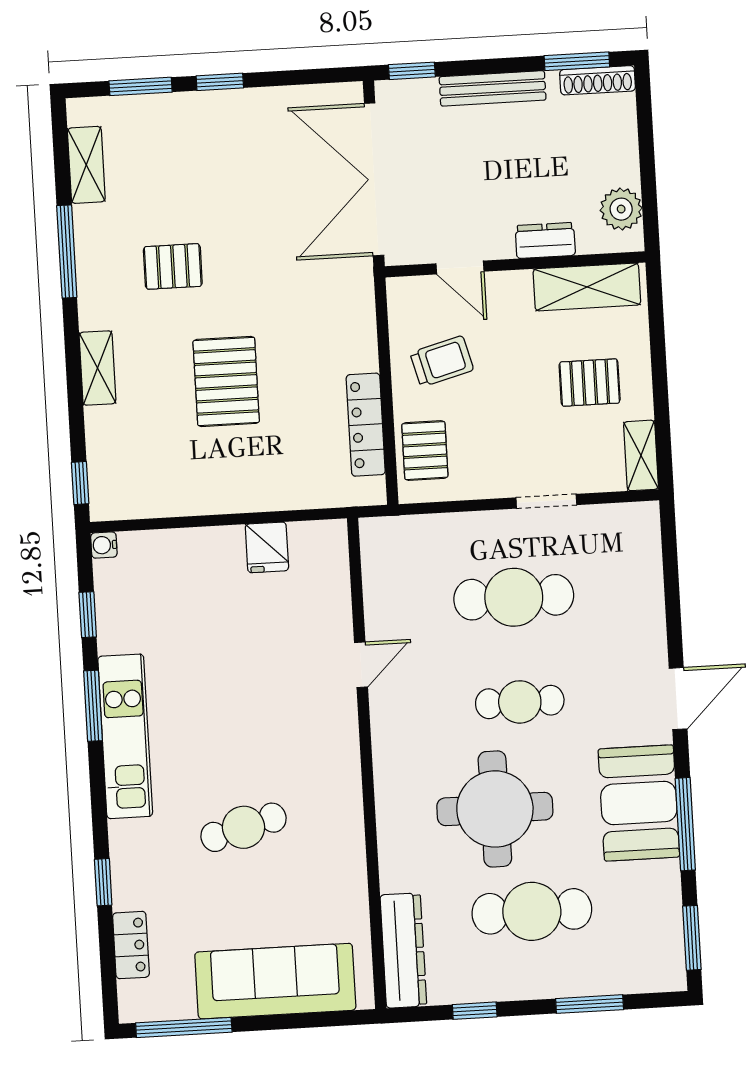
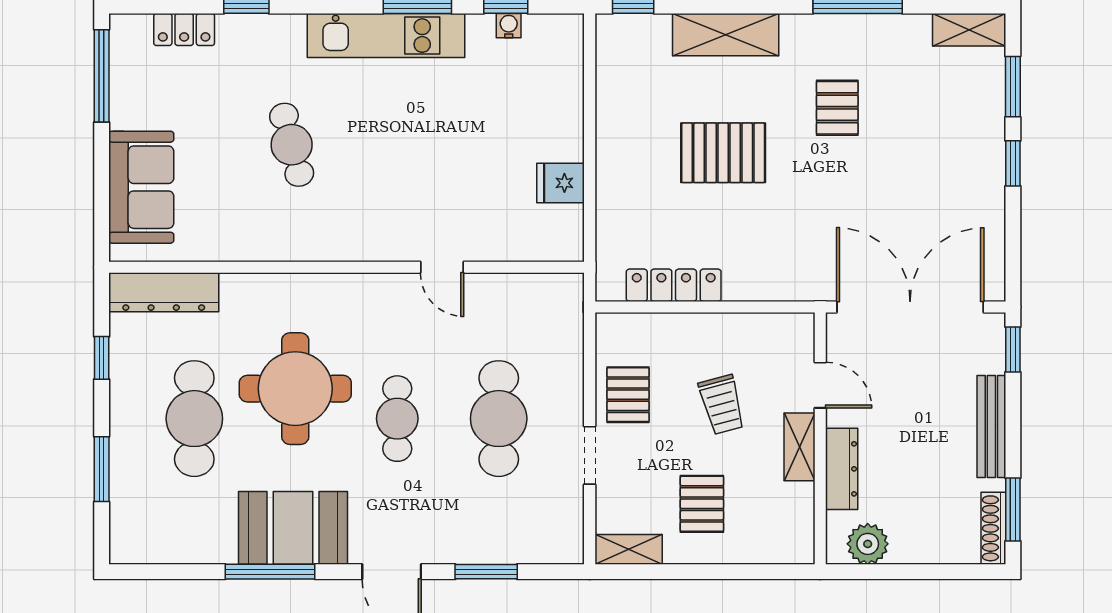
shelving: (86, 165) -> (969, 30), moved
dresser: (545, 240) -> (842, 469), width x1.44
door: (460, 268) -> (820, 385), swing flipped
shelving: (587, 287) -> (799, 447), moved, width x0.67, depth x0.75
trolley: (442, 361) -> (722, 405), moved
shelving: (97, 368) -> (726, 35), width x1.50, depth x1.33
pallet: (425, 451) -> (628, 395), moved, turned 90
water cooler: (104, 545) -> (509, 26), moved
window: (692, 938) -> (486, 572), moved
sofa: (275, 981) -> (141, 187), width x0.73

